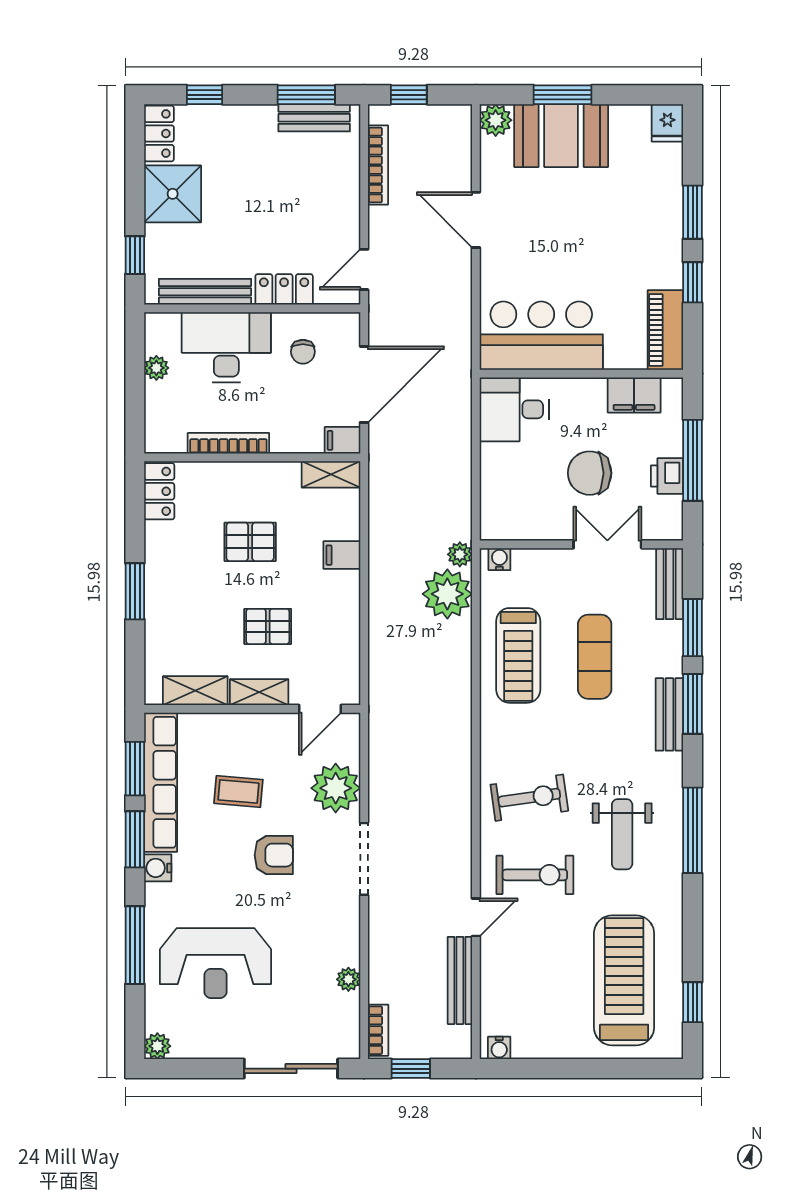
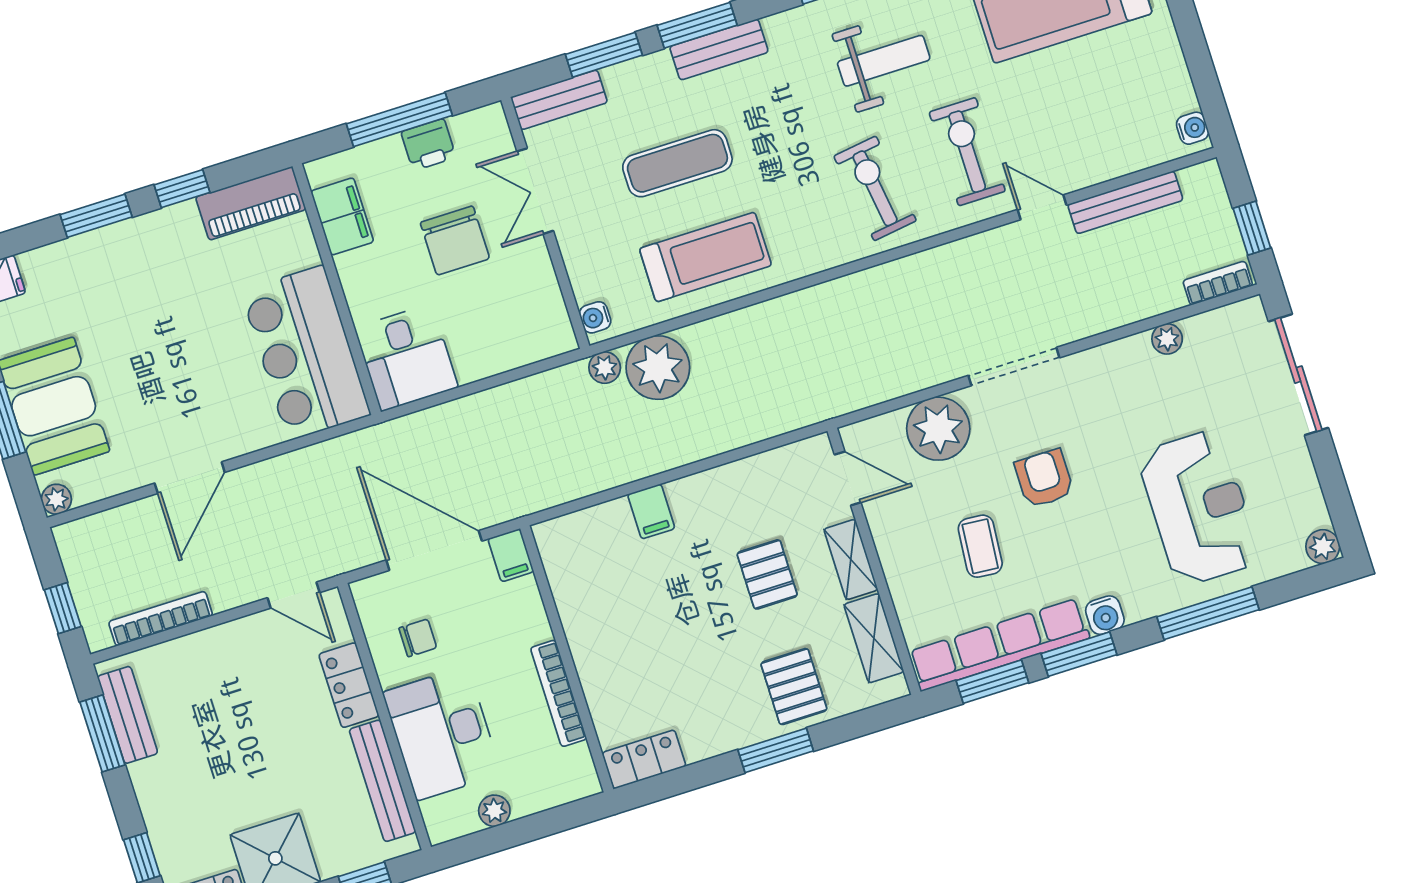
plant: (496, 120) -> (56, 499), width x0.73, depth x0.73
shelving: (331, 474) -> (557, 556), removed
pallet: (250, 542) -> (794, 687), moved

